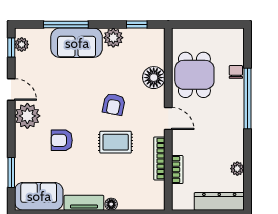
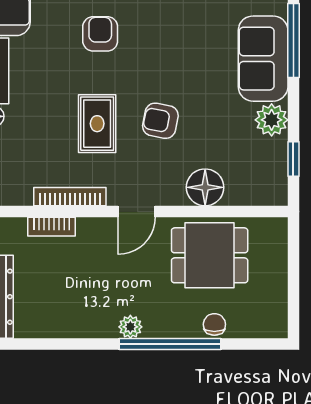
chair: (236, 72) -> (214, 324), turned -90
plant: (237, 169) -> (130, 327), moved

